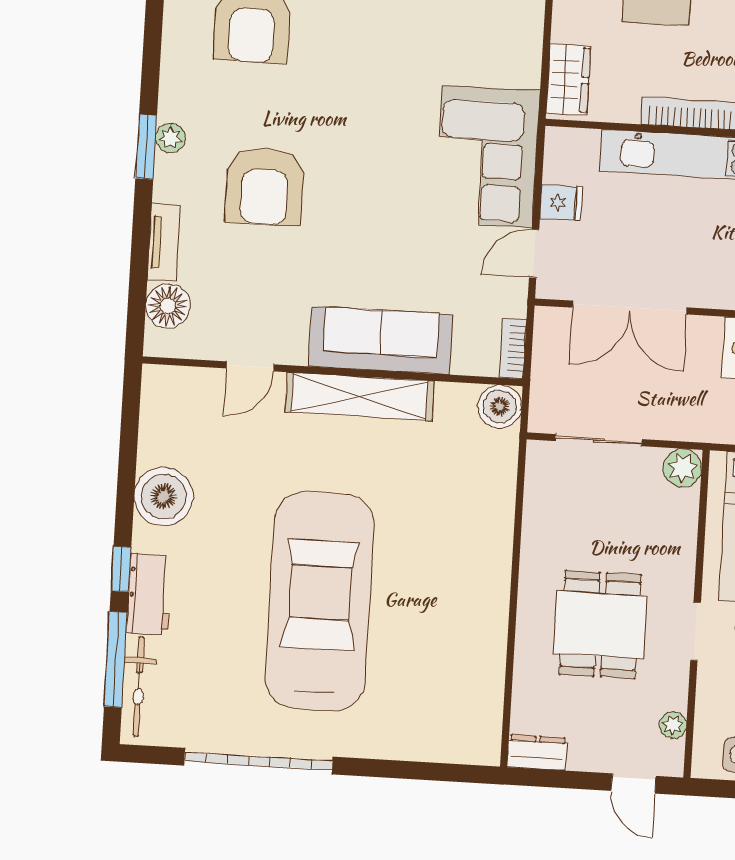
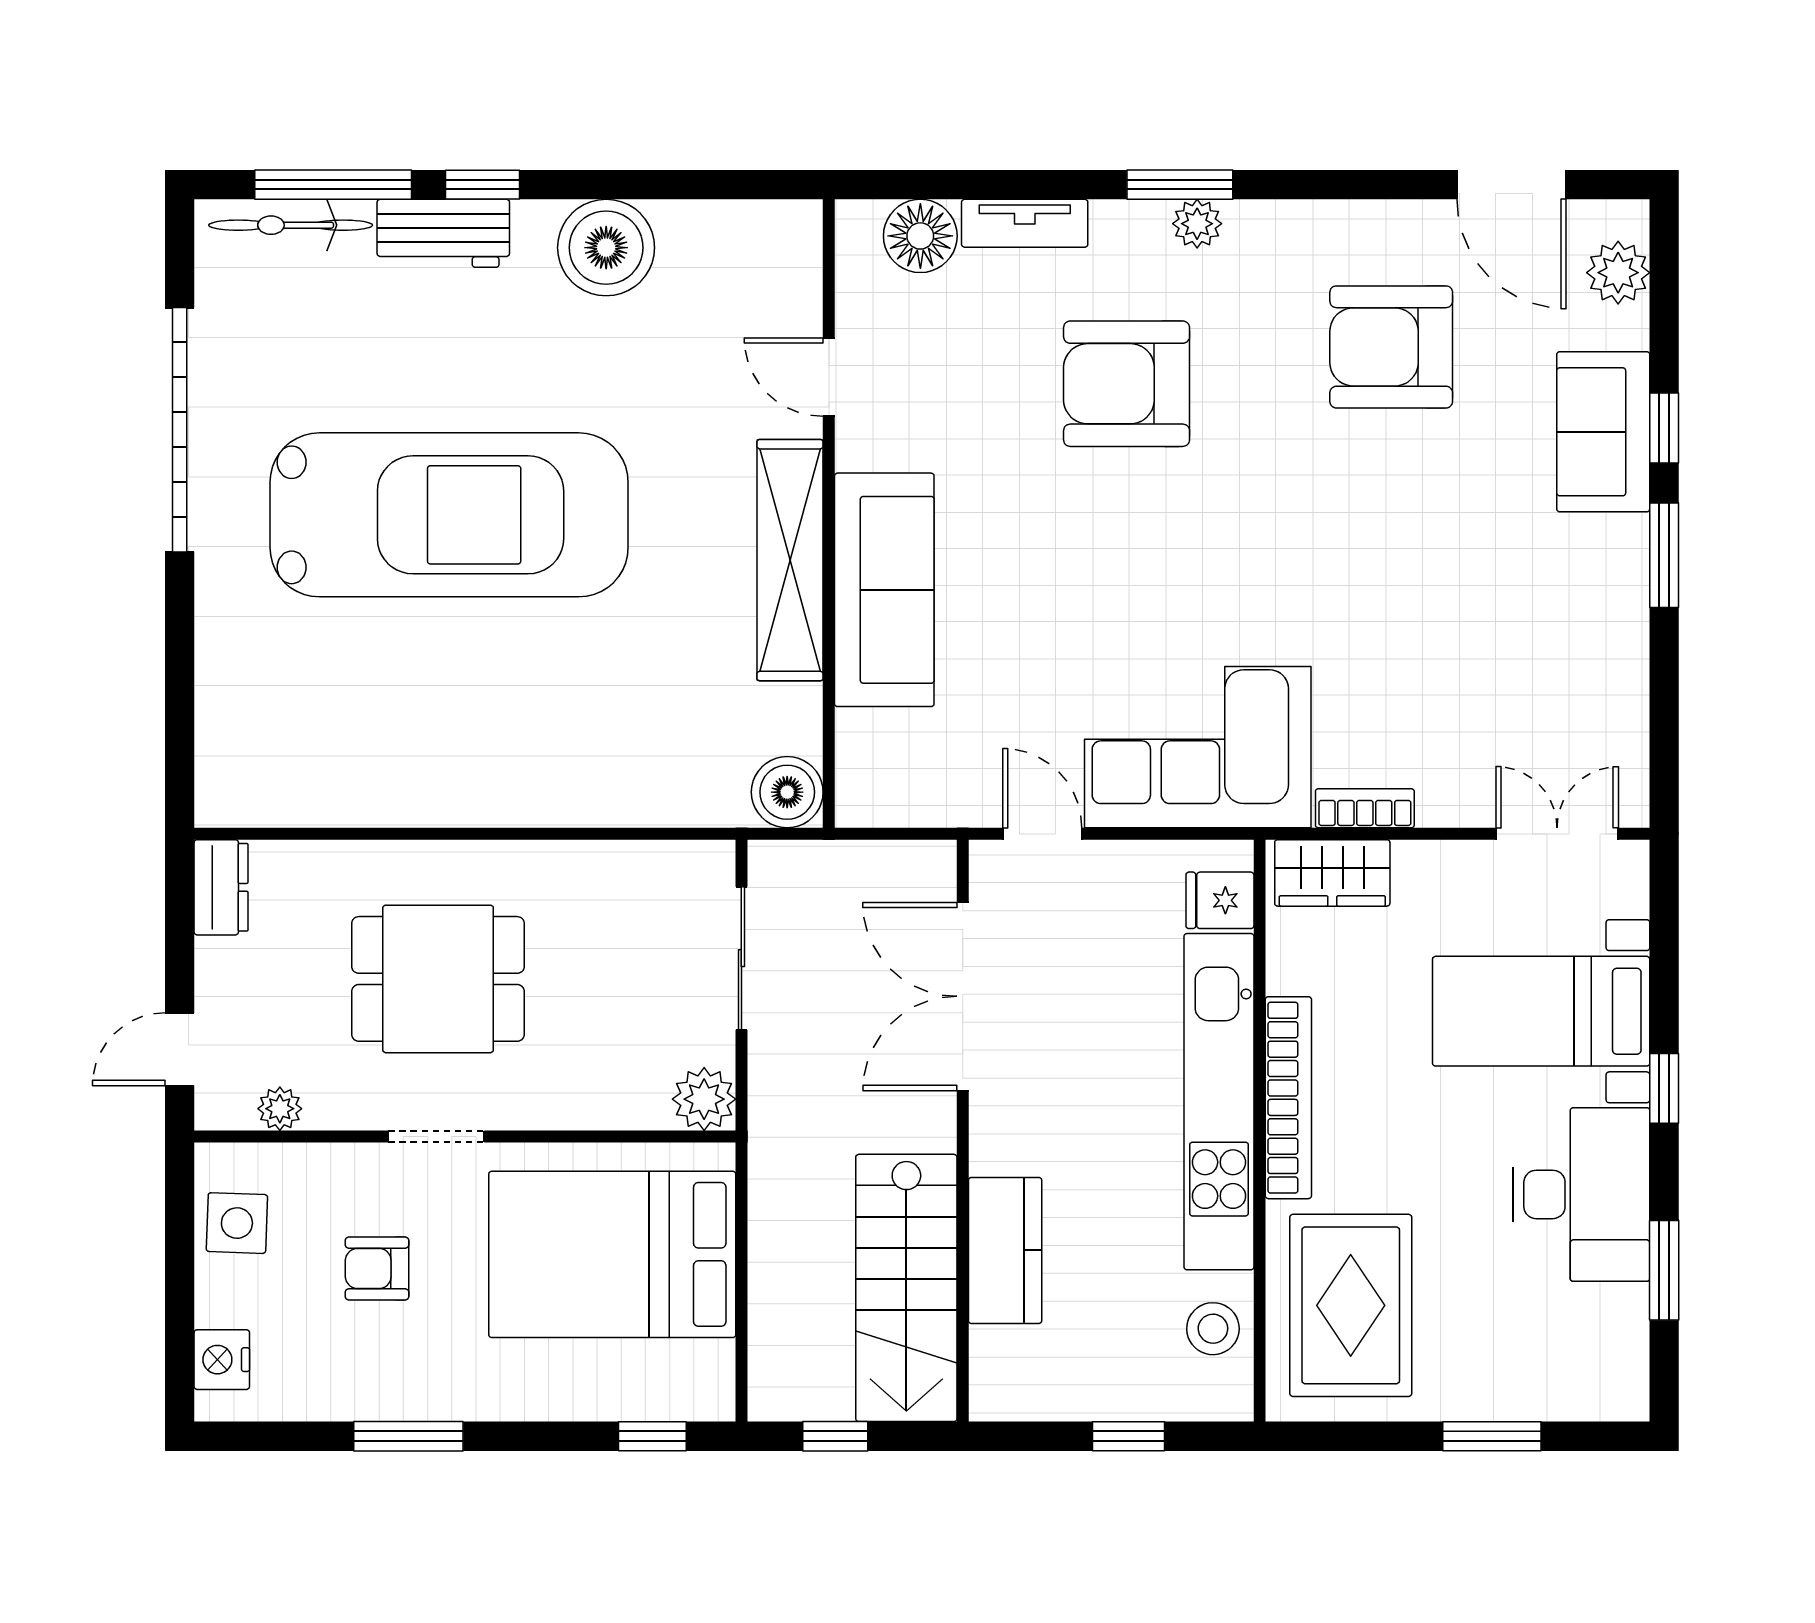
fridge: (561, 203) -> (1220, 900), moved, turned 90
bookcase: (513, 349) -> (1365, 808), moved

